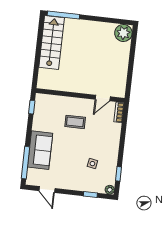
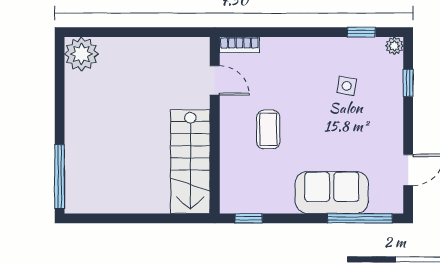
stairs: (52, 42) -> (190, 162), moved, turned -90

